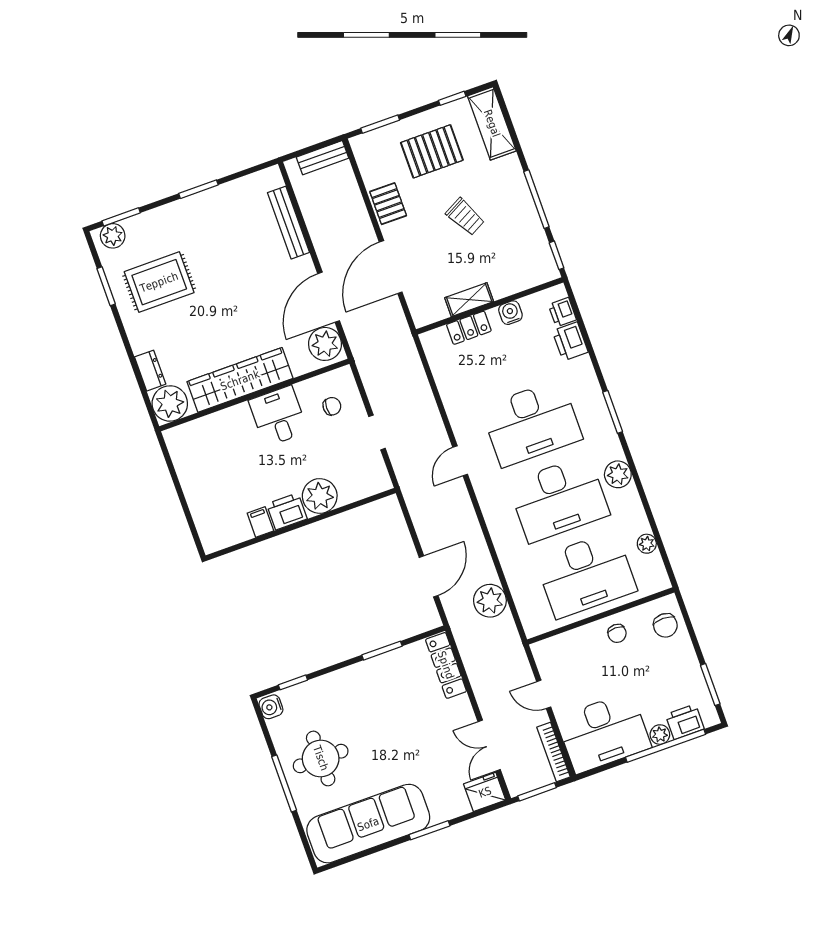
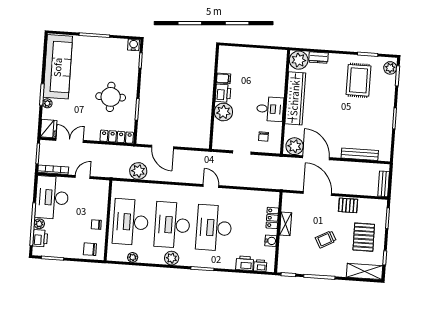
round table: (321, 758) -> (111, 97), moved
plant: (441, 814) -> (47, 103), added

